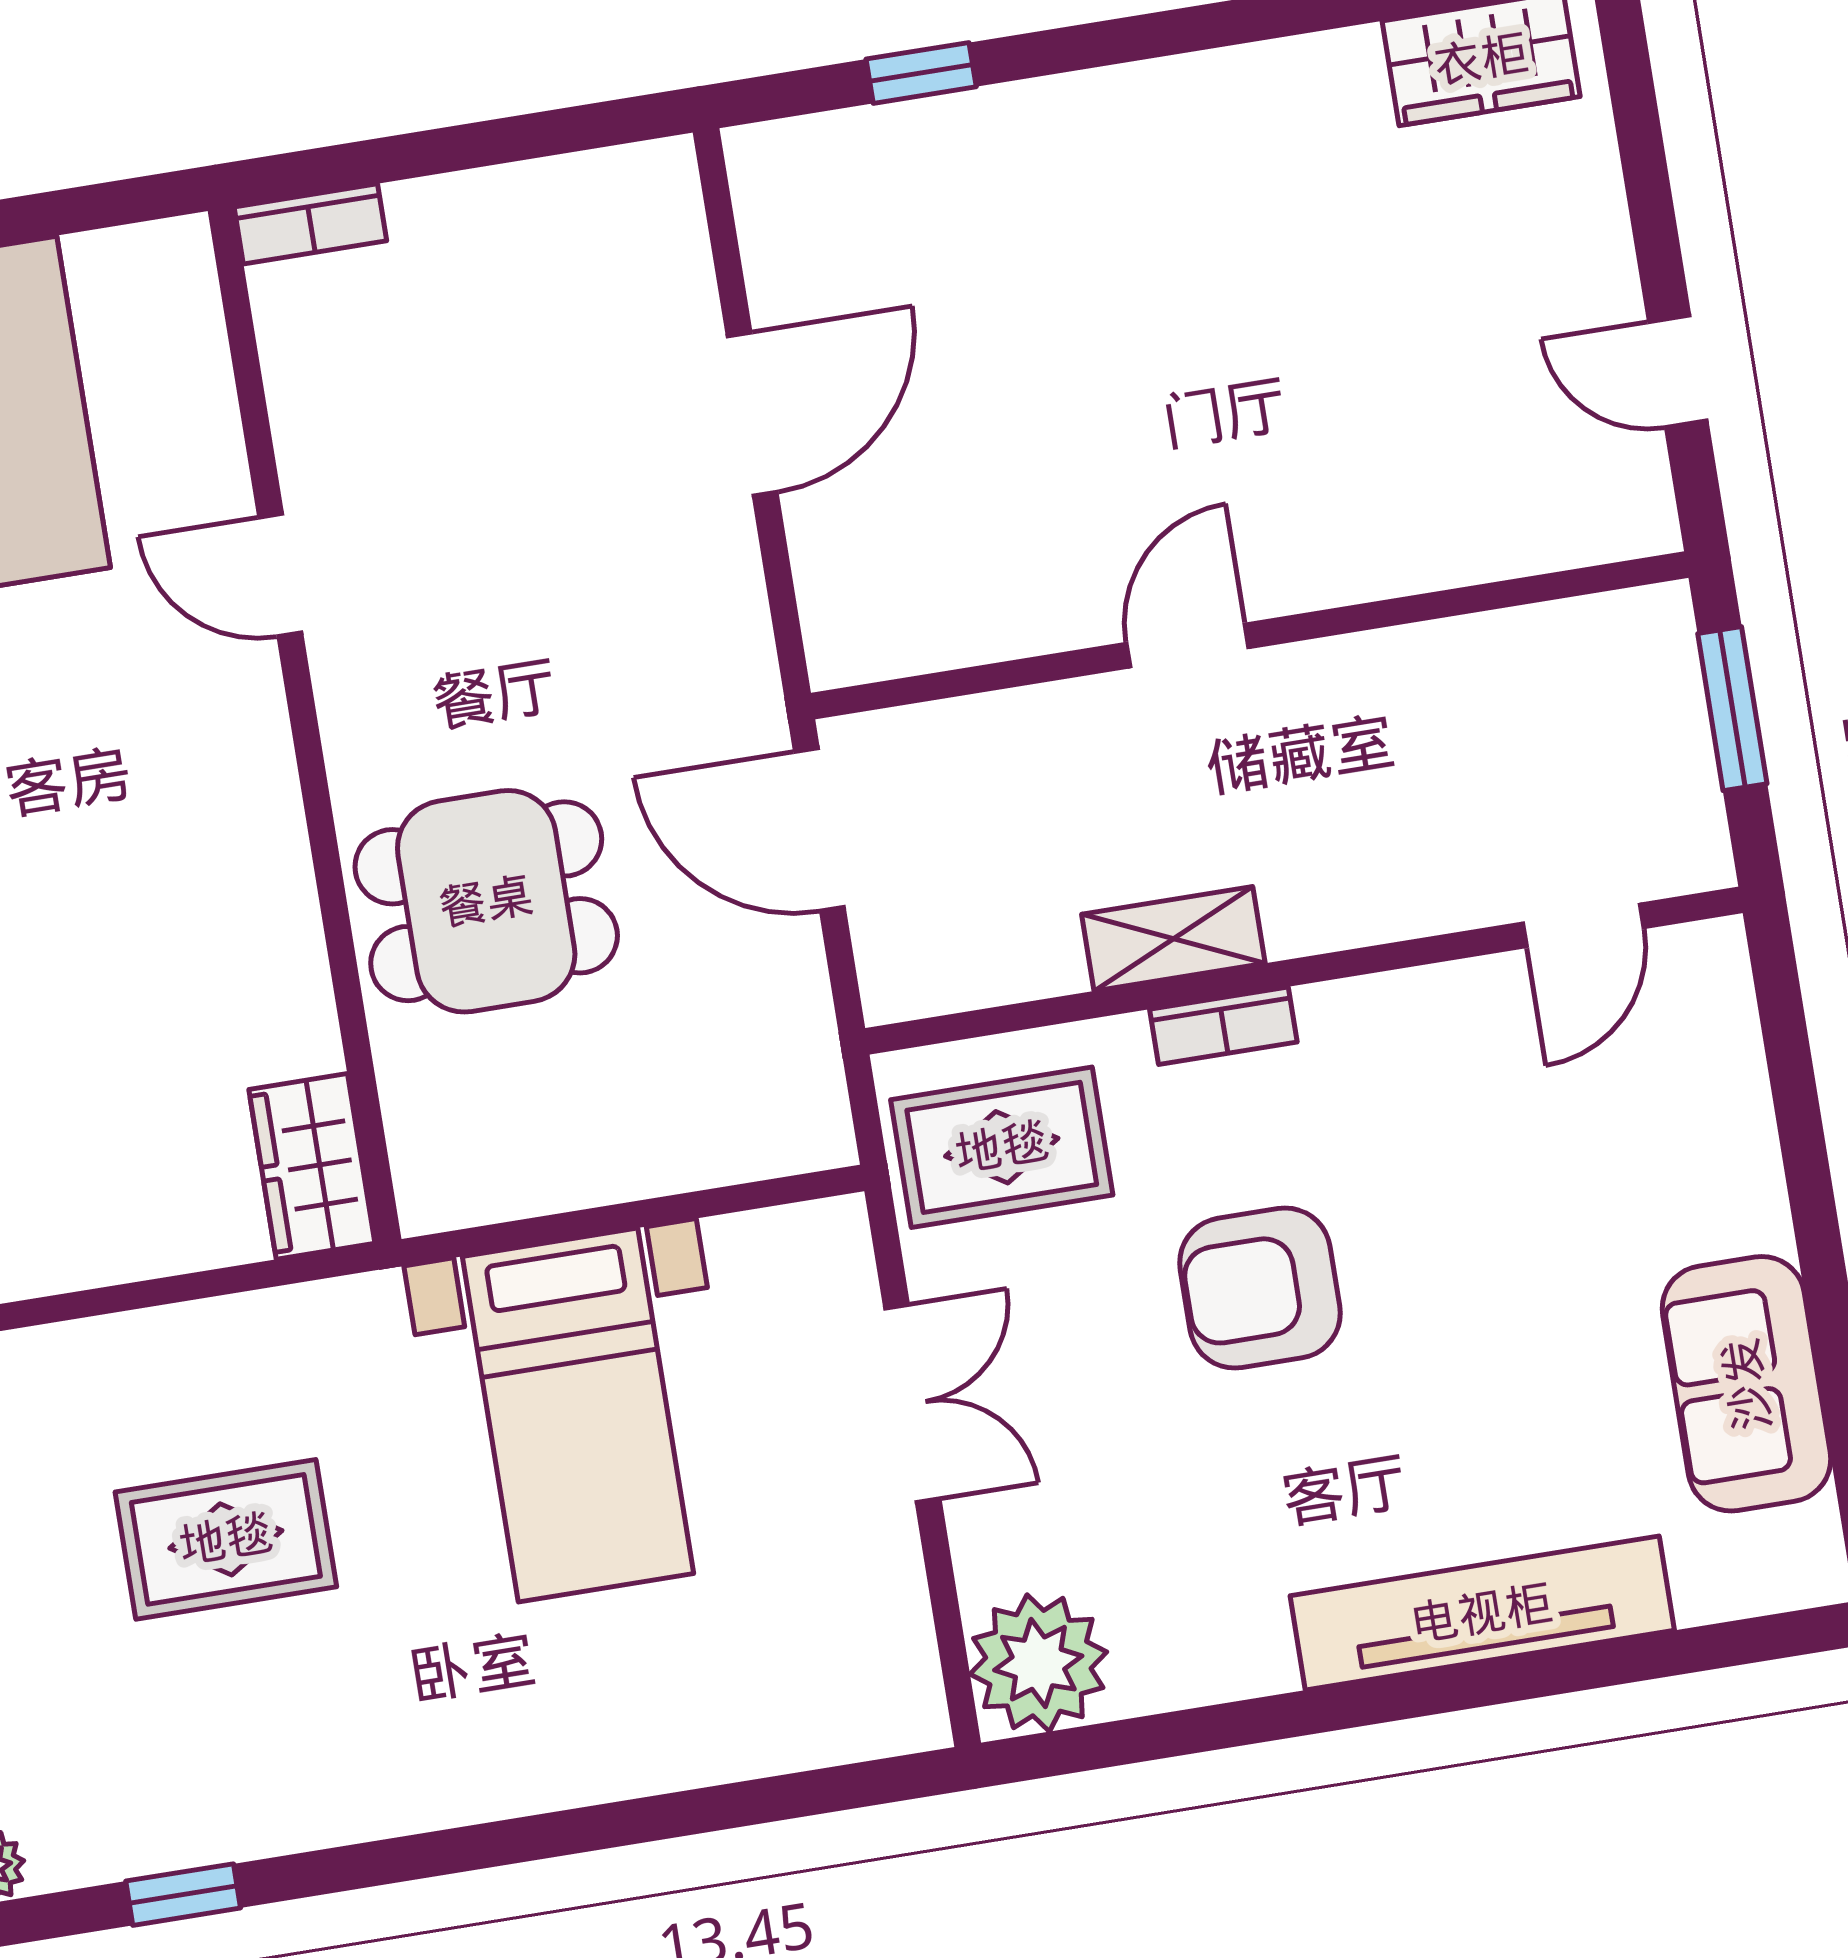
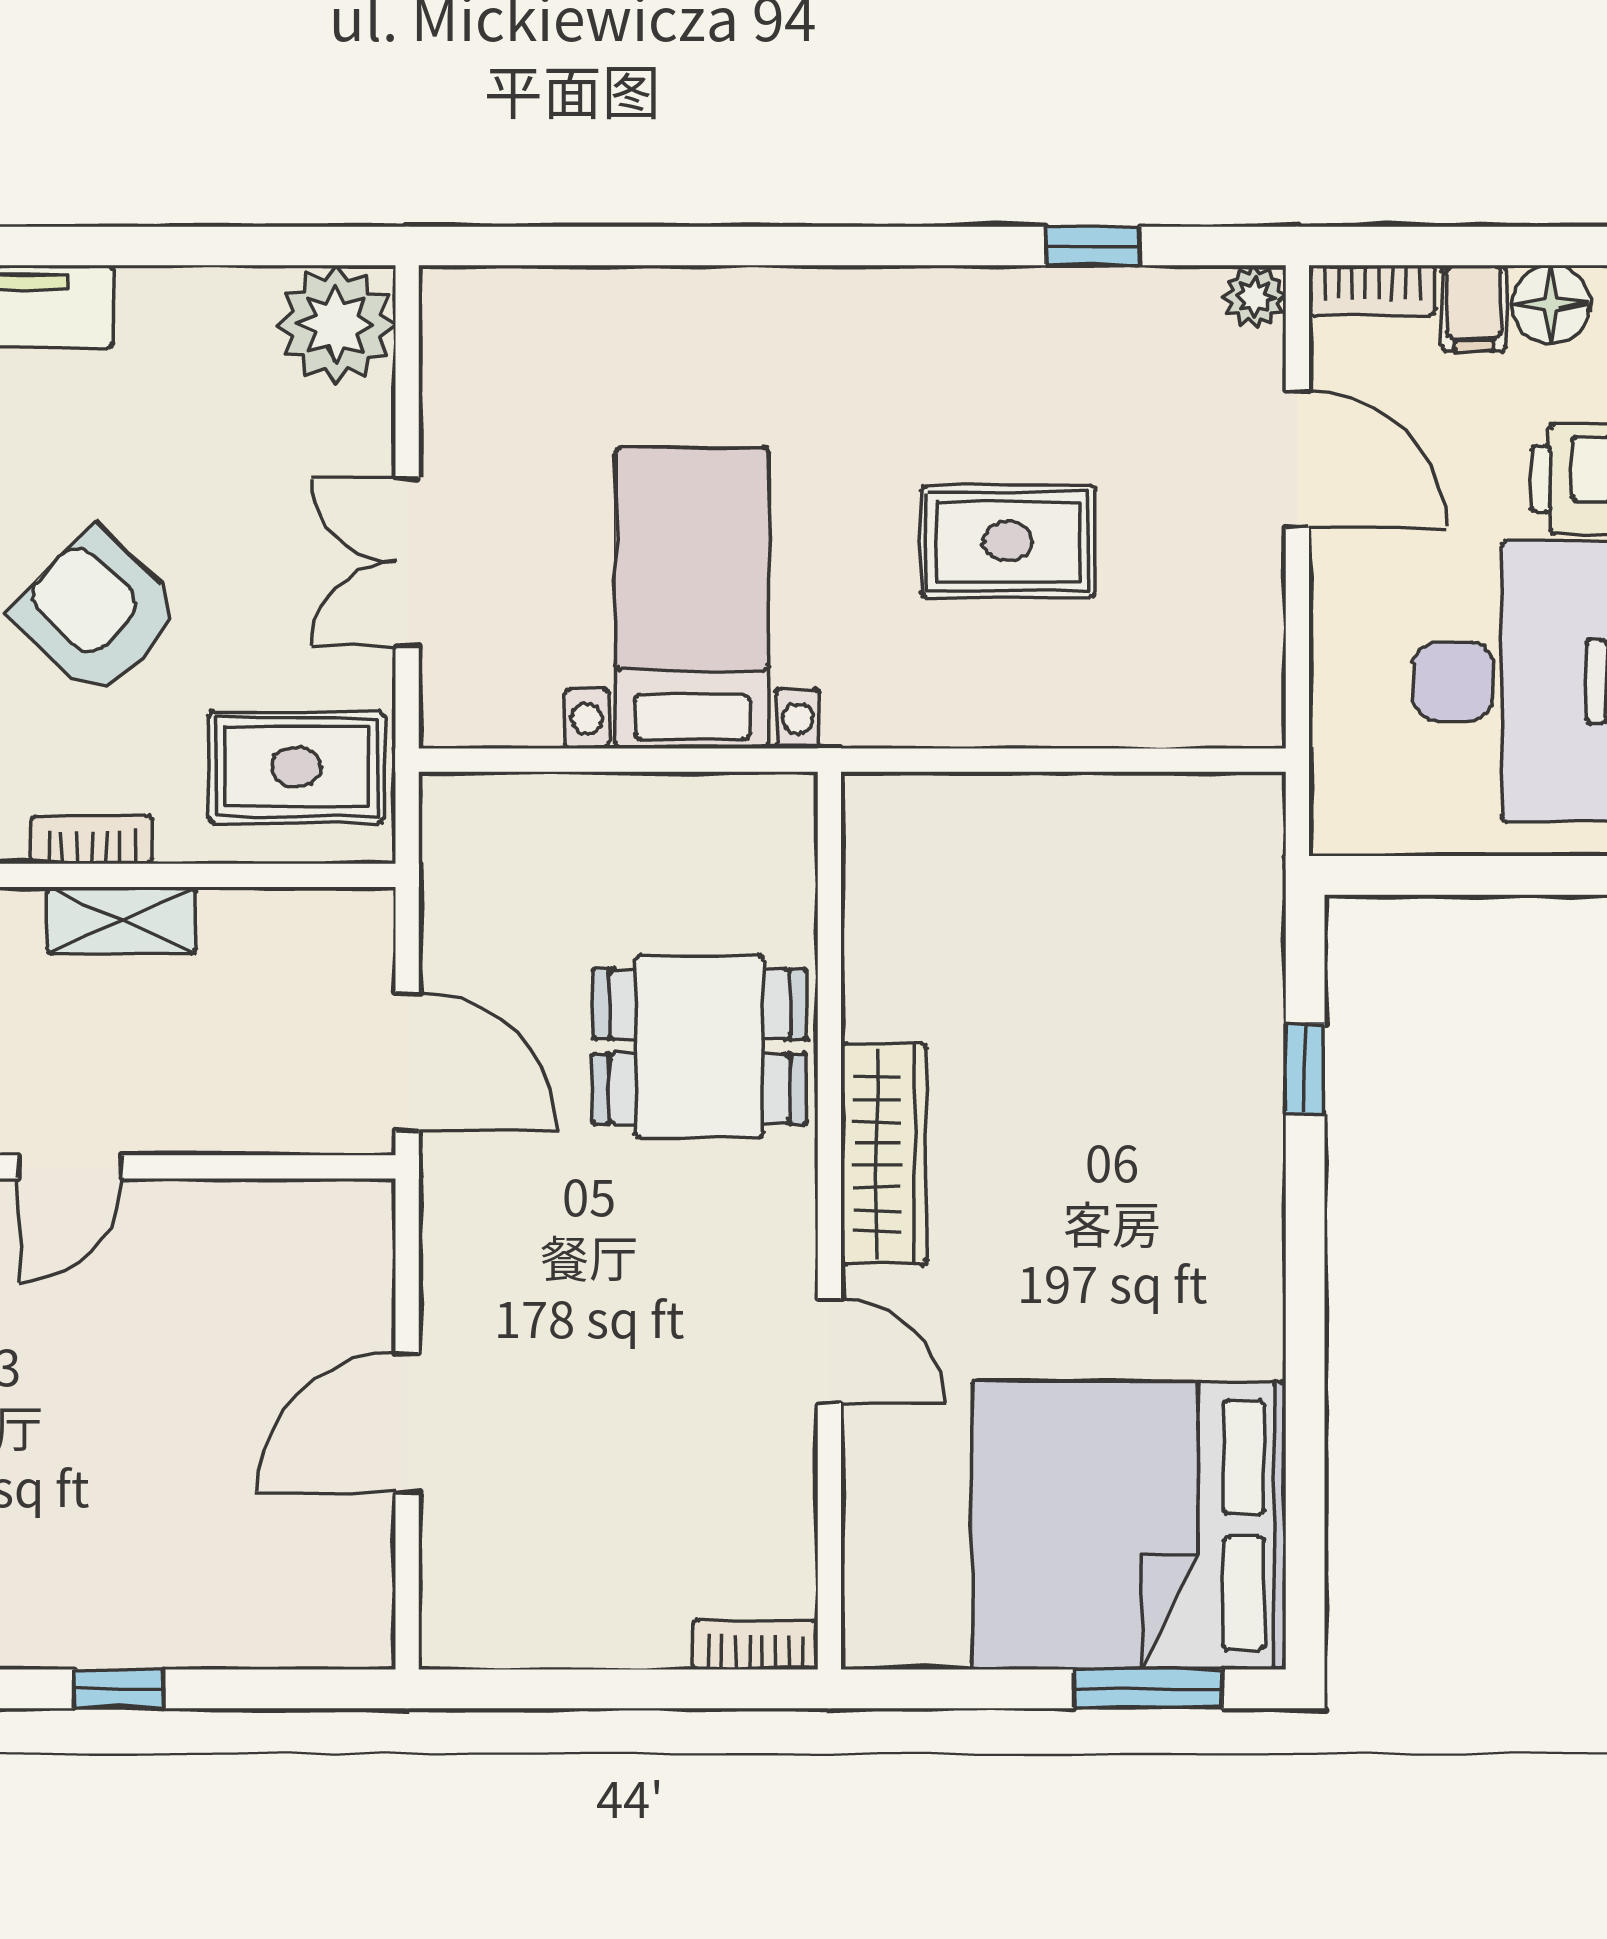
window: (921, 73) -> (119, 1689), moved
wardrobe: (312, 1166) -> (884, 1154), moved, width x1.50
armchair: (1260, 1288) -> (97, 612), turned -136

